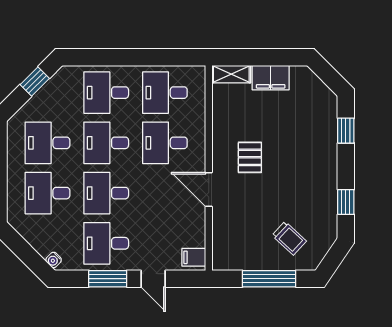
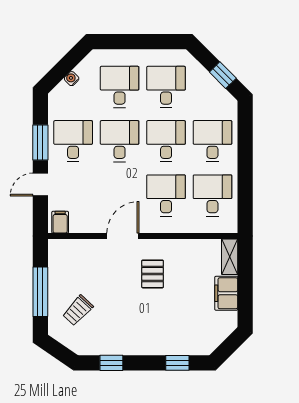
pallet: (250, 157) -> (153, 274), turned 90
water cooler: (54, 260) -> (72, 79), moved

